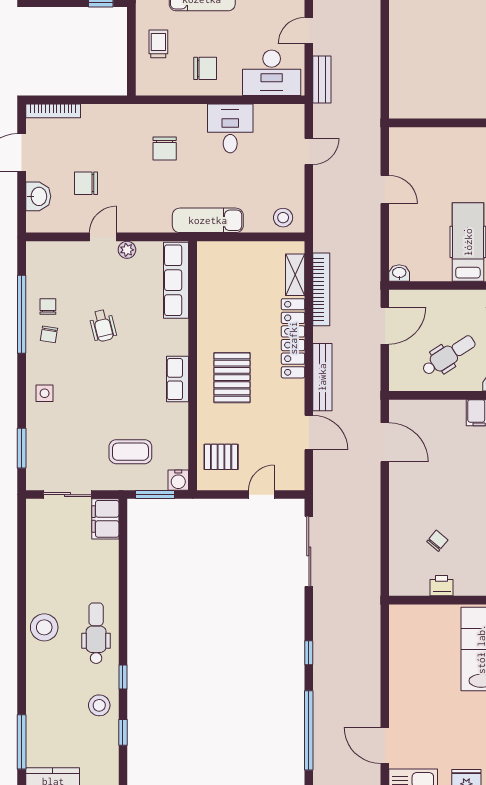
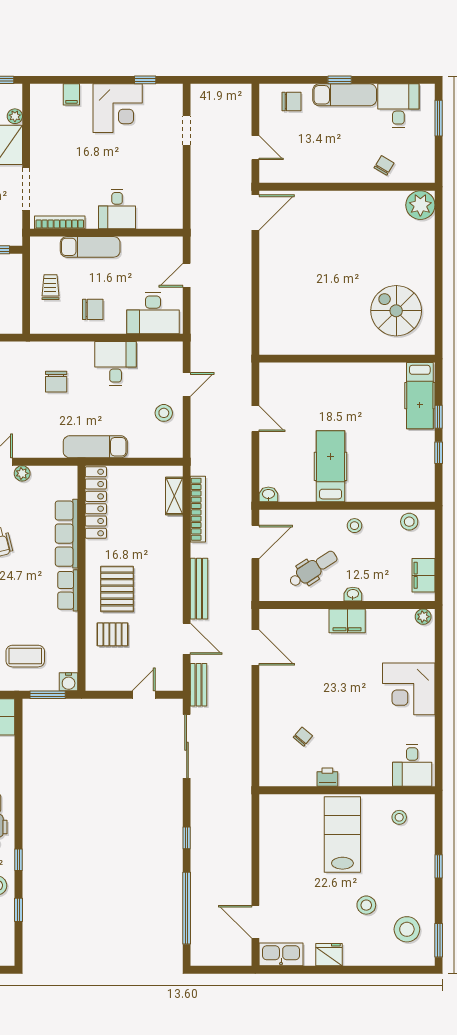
bench: (322, 80) -> (199, 685), moved
stool: (283, 218) -> (164, 413), moved
row of seats: (176, 280) -> (67, 534), moved
locker: (293, 338) -> (96, 503), moved, turned 180
pallet: (221, 457) -> (112, 634), moved
printer: (442, 586) -> (327, 777), moved

